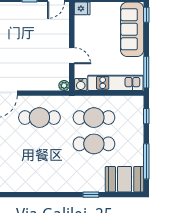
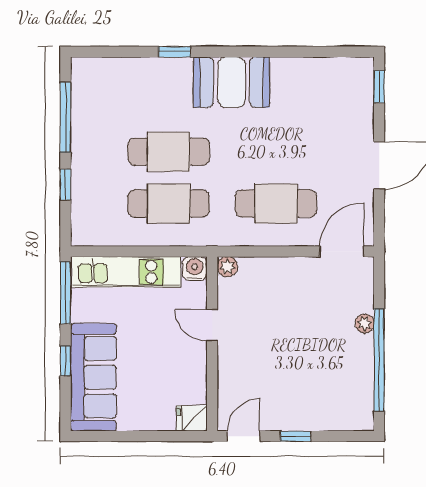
window: (146, 15) -> (65, 361), moved
window: (146, 116) -> (65, 184), moved
booth: (125, 179) -> (232, 82), moved

